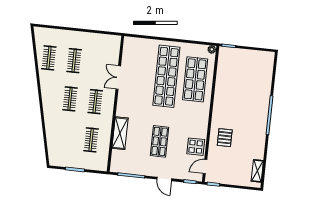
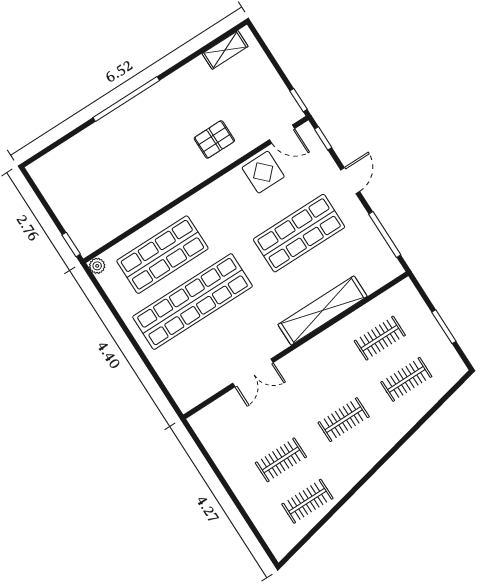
clothes rail: (95, 102) -> (406, 379), moved
shelving: (120, 133) -> (323, 310), width x1.47
shop shelf: (160, 141) -> (299, 233), width x1.43, depth x1.36

